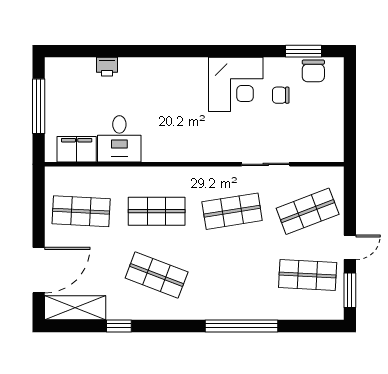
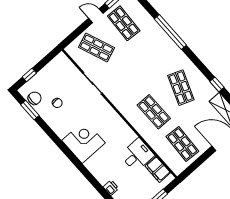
corner desk: (236, 84) -> (84, 142), moved
window: (350, 91) -> (29, 75), added
shop shelf: (232, 211) -> (125, 80), removed

